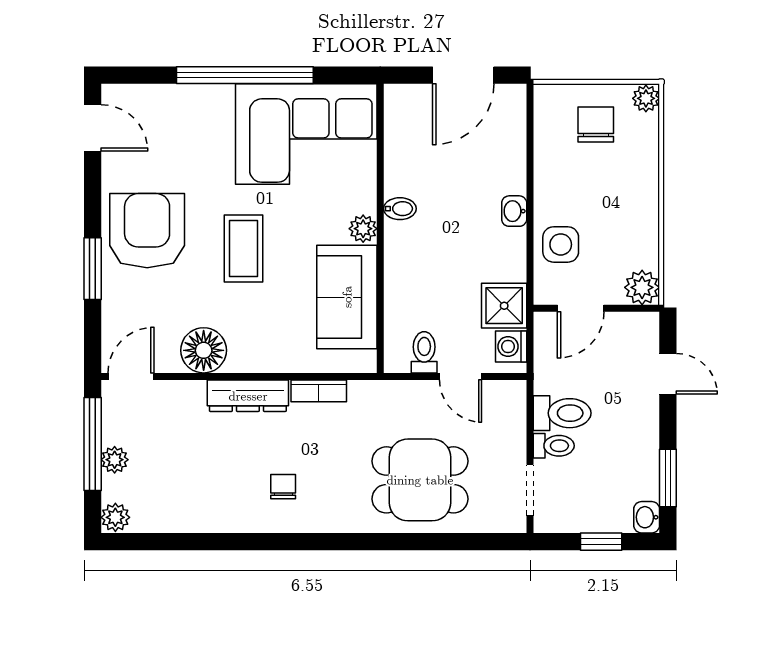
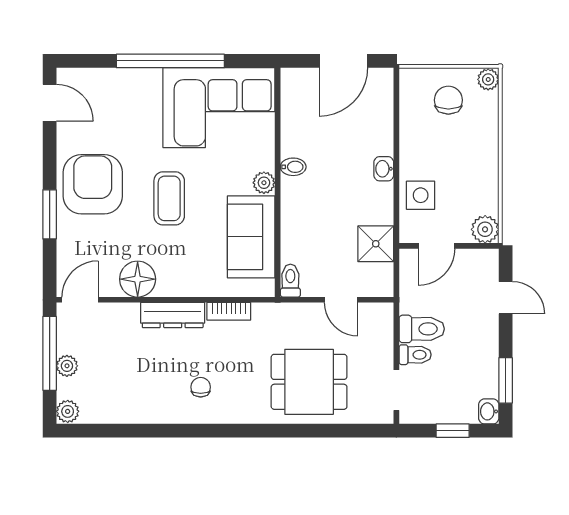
washing machine: (511, 346) -> (381, 276), removed
toilet: (424, 352) -> (290, 281), moved

